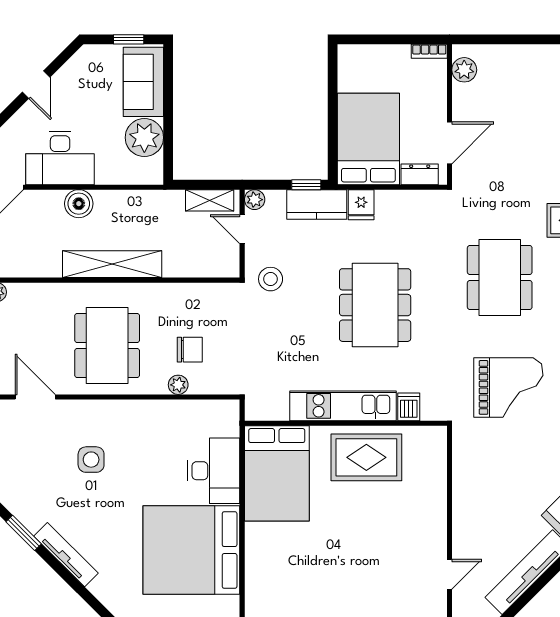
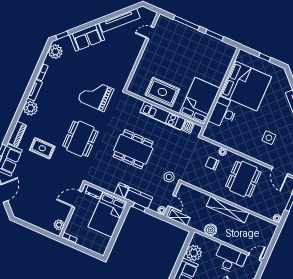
boiler: (79, 204) -> (211, 230), moved
dining table: (375, 305) -> (133, 149), turned 90
dishwasher: (409, 407) -> (188, 127), moved

